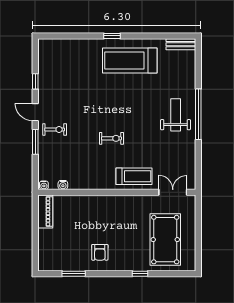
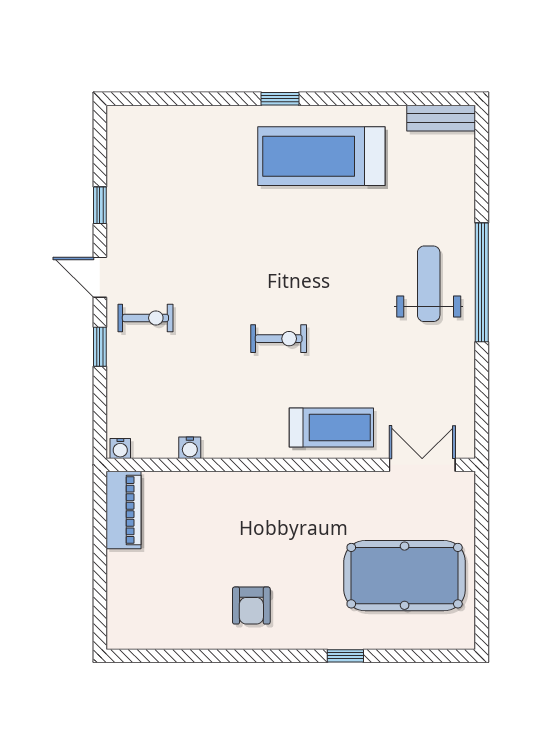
window: (35, 142) -> (100, 347), width x0.67
water cooler: (63, 185) -> (190, 448), moved
pool table: (165, 240) -> (405, 576), turned 90
window: (74, 274) -> (190, 656), removed

